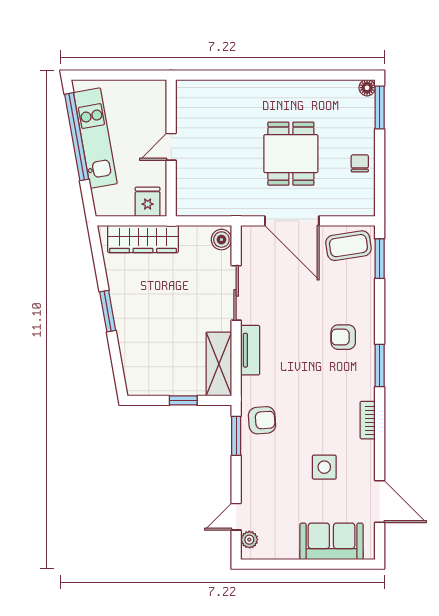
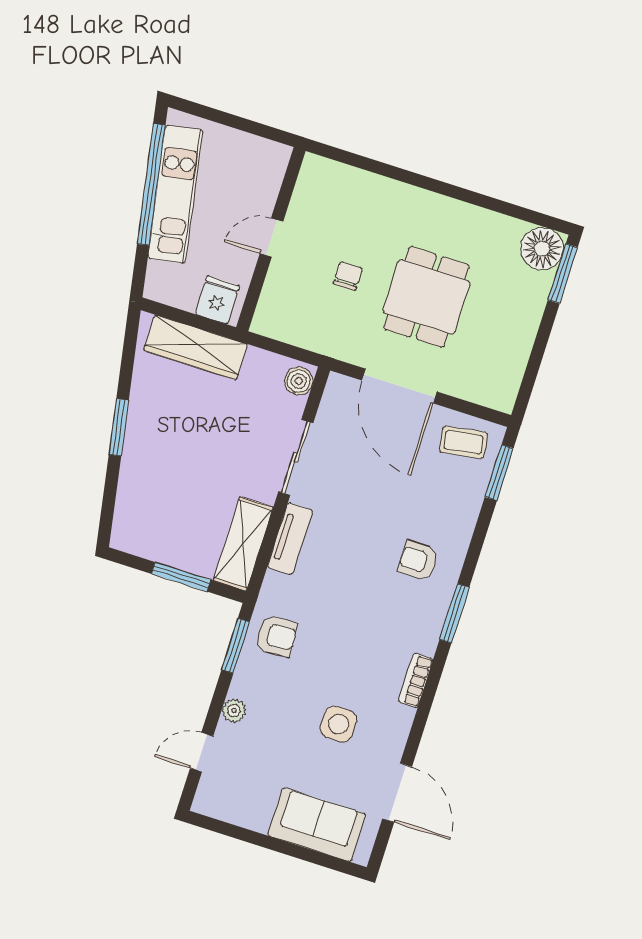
floor lamp: (367, 88) -> (542, 249), width x1.89, depth x1.89
chair: (360, 163) -> (348, 276), moved
coffee table: (348, 246) -> (464, 442), width x0.73, depth x0.77
window: (183, 400) -> (181, 577), width x1.50
plant: (249, 540) -> (234, 711), moved

